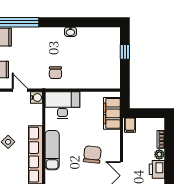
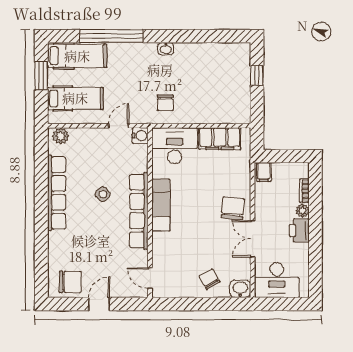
washbasin: (70, 32) -> (166, 49), moved
door: (20, 90) -> (118, 126), hinge flipped
filing cabinet: (112, 113) -> (220, 139), moved, turned -90
chair: (92, 154) -> (233, 208), moved

